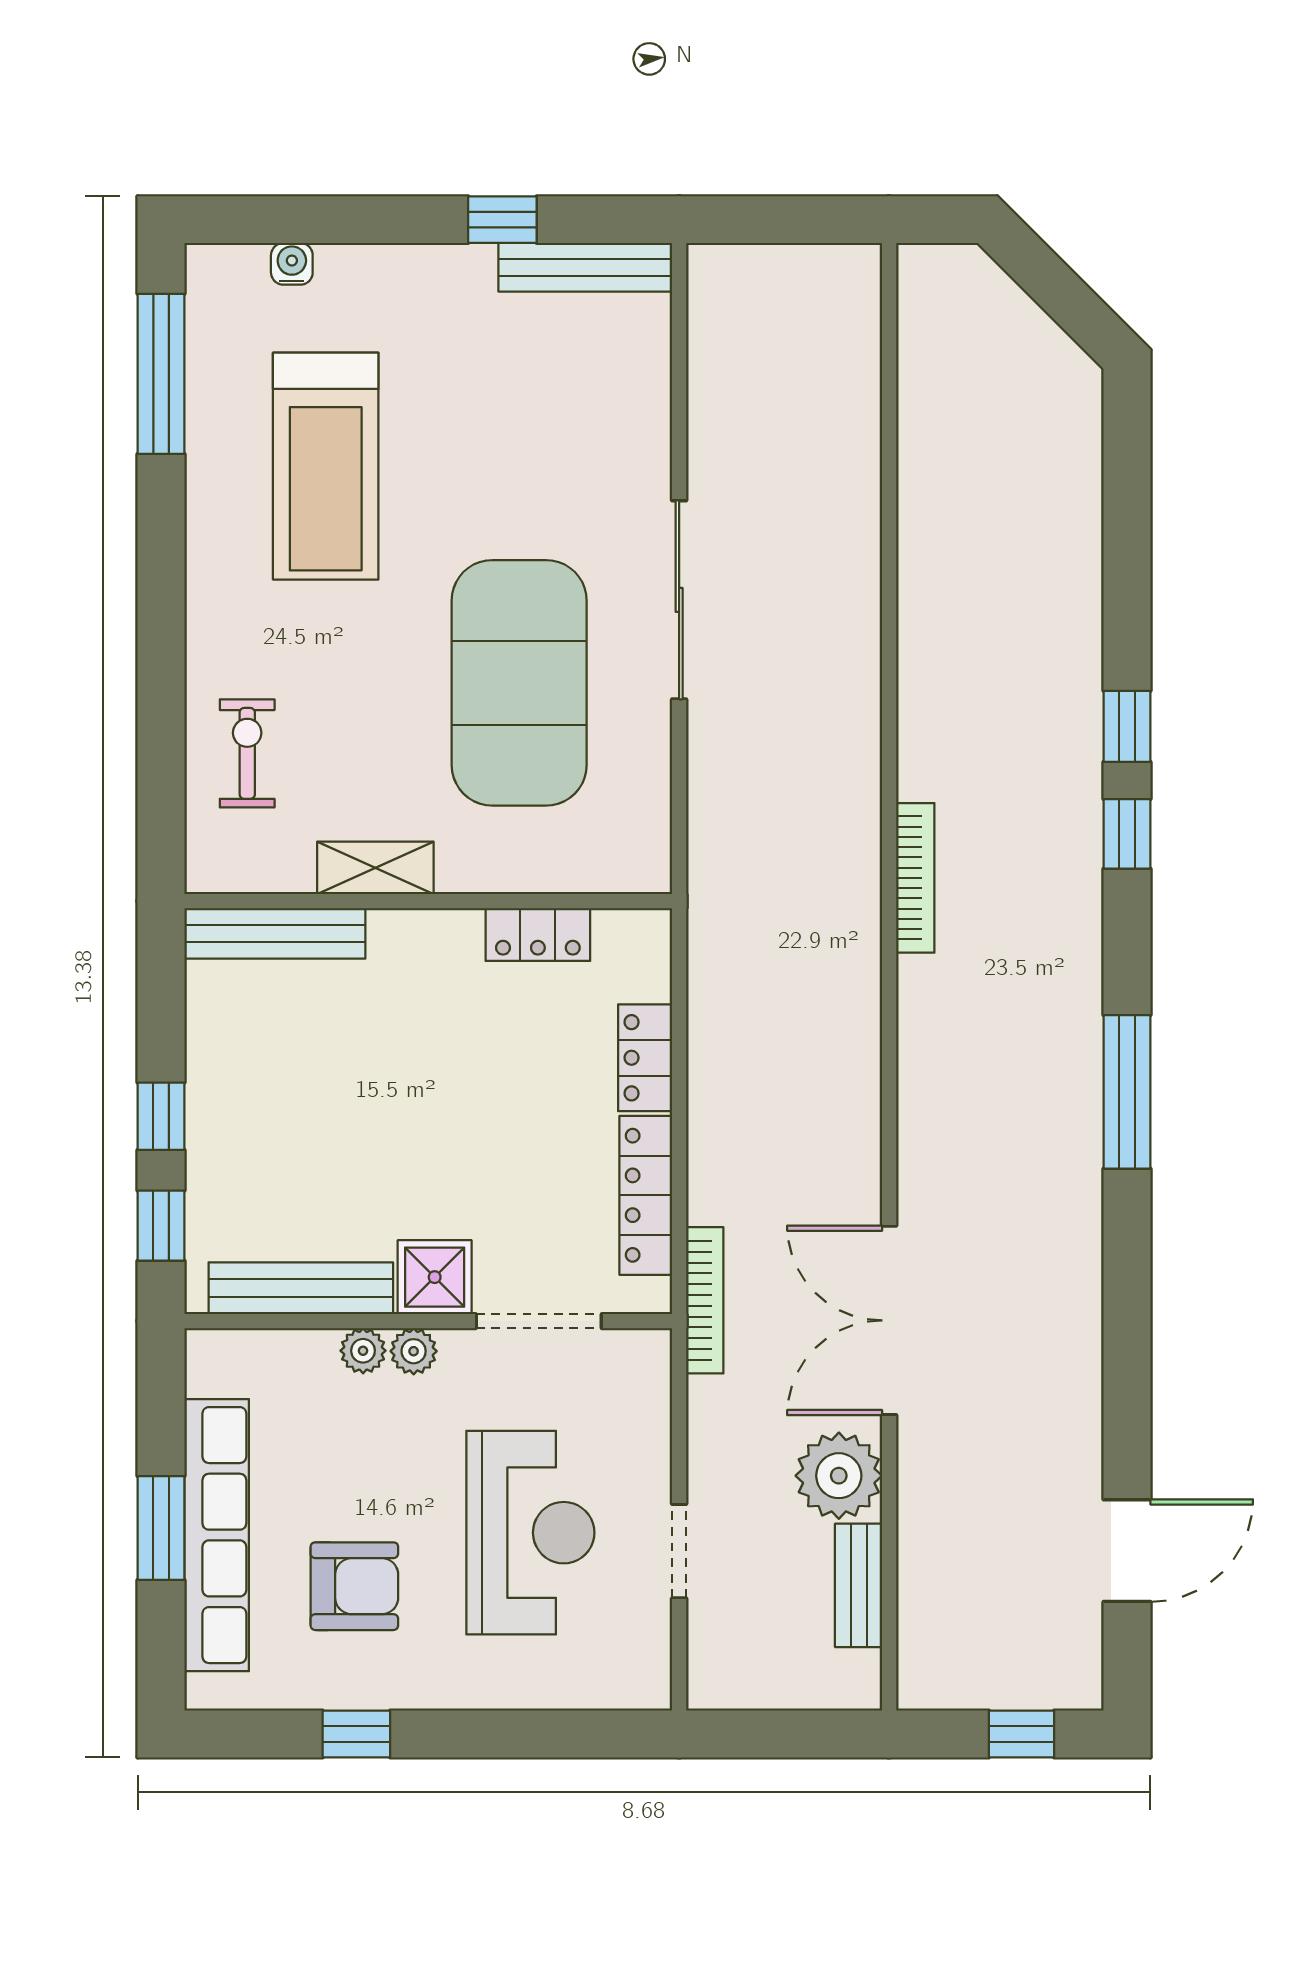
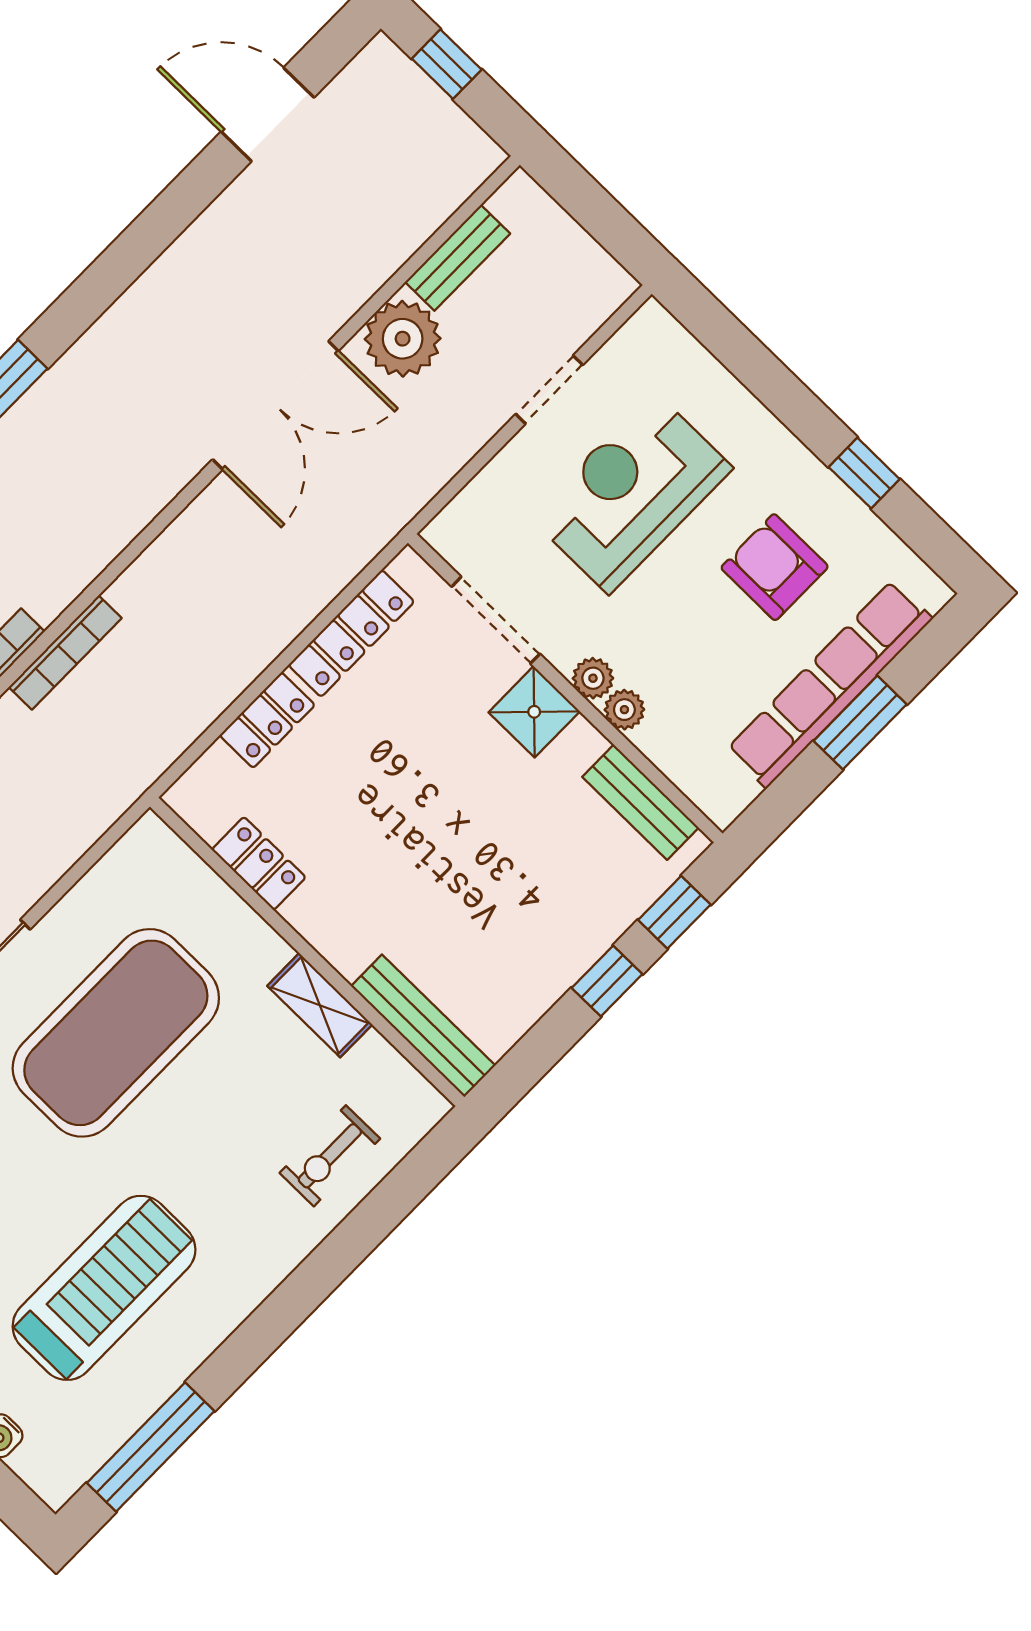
bench: (301, 1288) -> (640, 802), width x0.73
bookcase: (705, 1300) -> (65, 652), moved, turned 180

